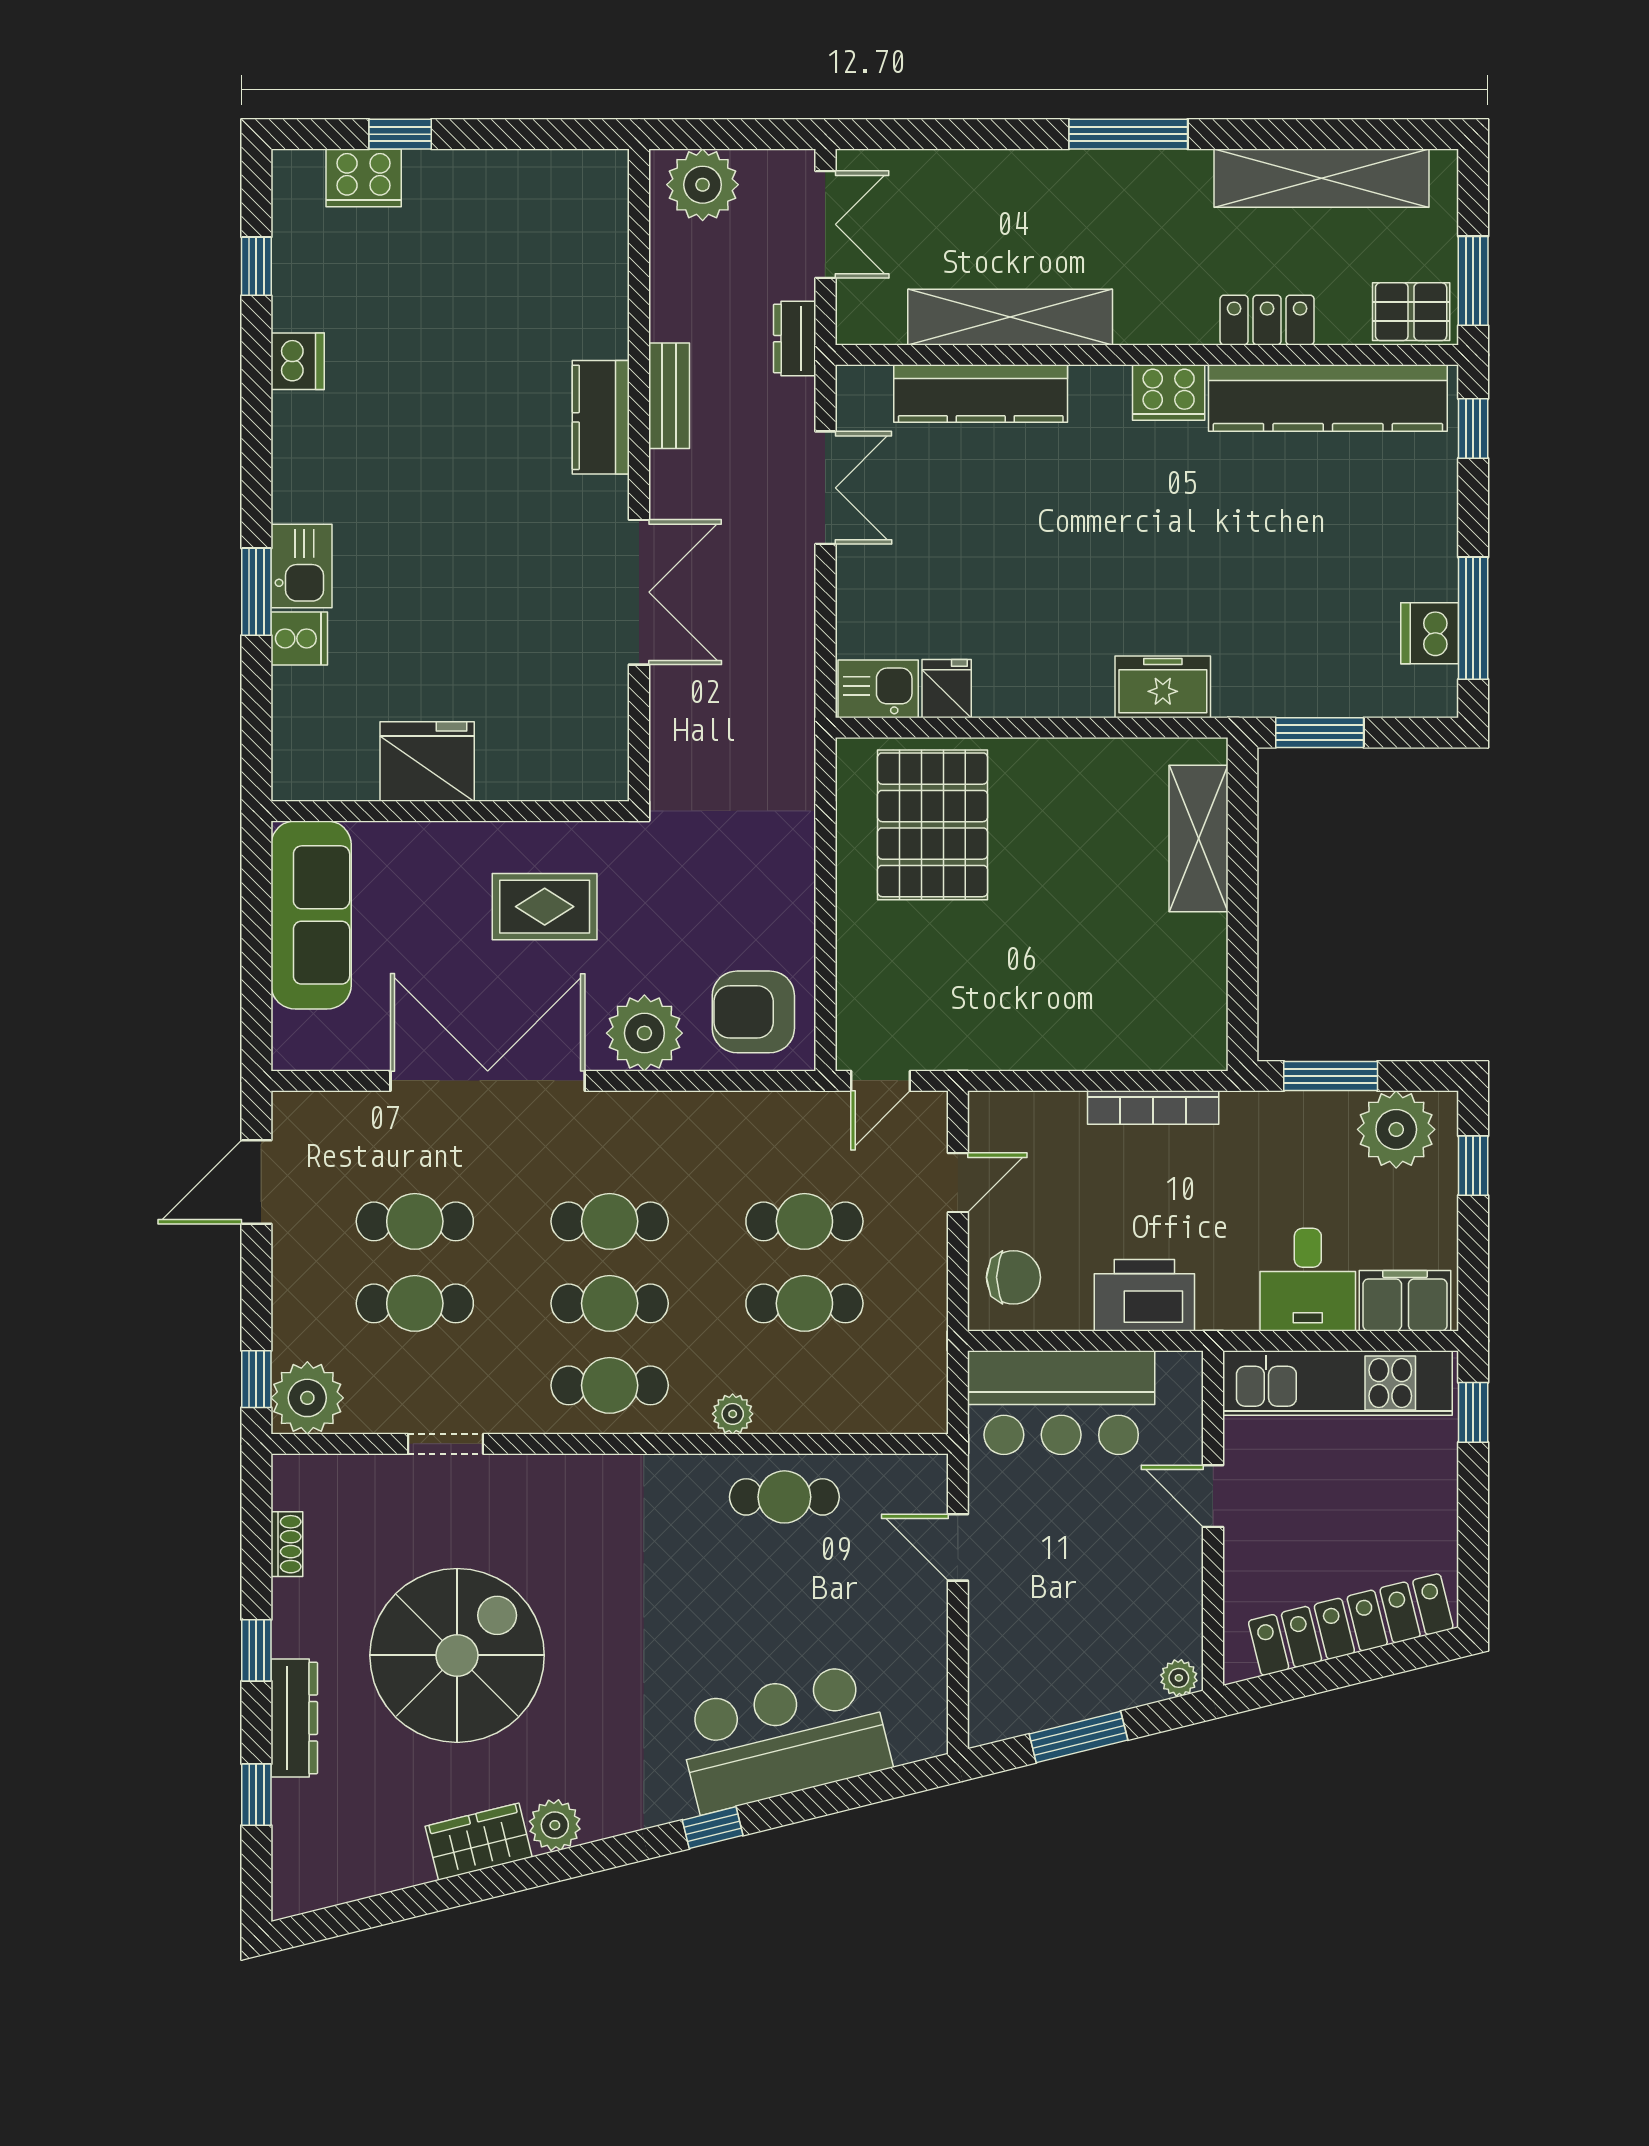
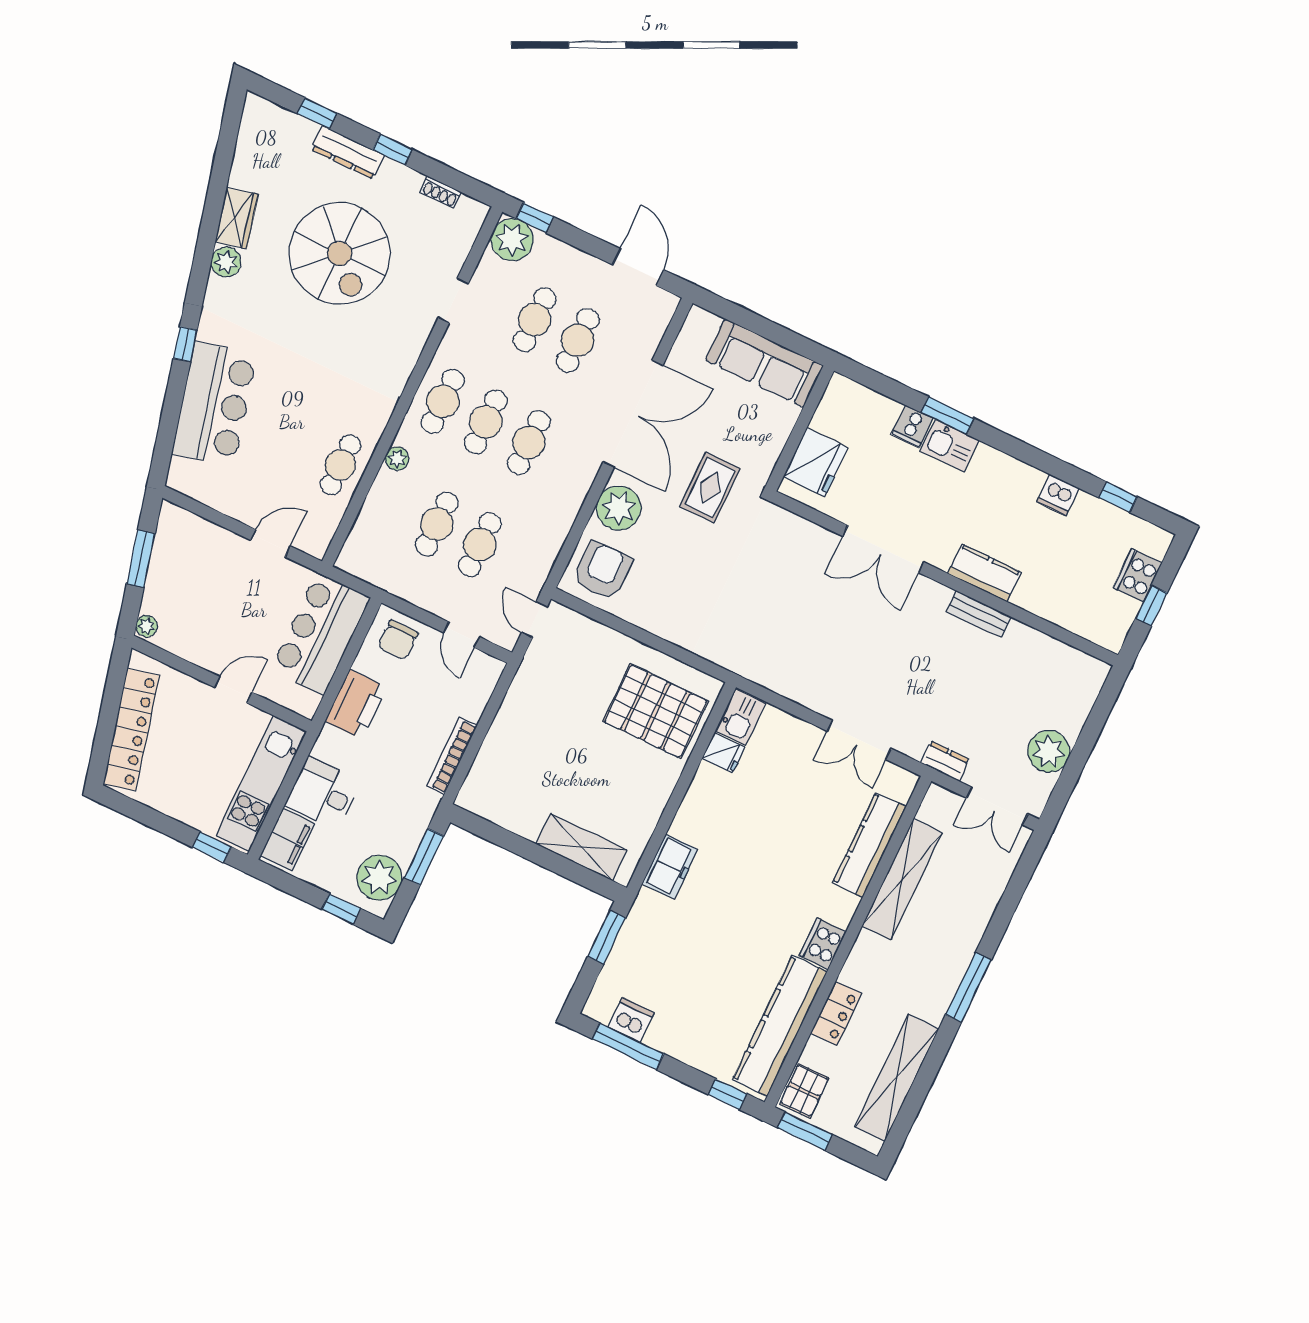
bench: (669, 396) -> (979, 614), moved
kitchen counter: (601, 417) -> (984, 573), moved
wall: (639, 475) -> (945, 578), moved
double door: (639, 592) -> (883, 549), moved

